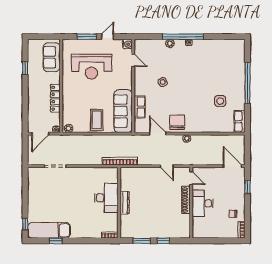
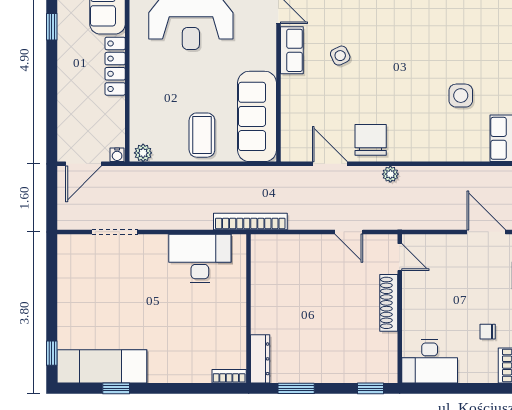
locker: (55, 98) -> (115, 66), moved
row of seats: (140, 107) -> (292, 50), moved
desk: (106, 198) -> (200, 258), moved, turned -90
dresser: (125, 203) -> (260, 359), moved
desk: (203, 203) -> (430, 361), moved, turned -90
window: (163, 241) -> (371, 388), moved

